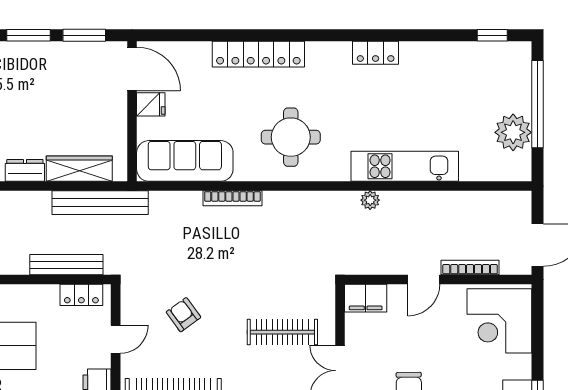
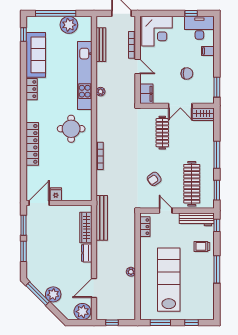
sofa: (185, 161) -> (36, 55), moved, turned 180
kitchen unit: (405, 166) -> (85, 75), width x1.36
bench: (66, 265) -> (101, 45), moved

